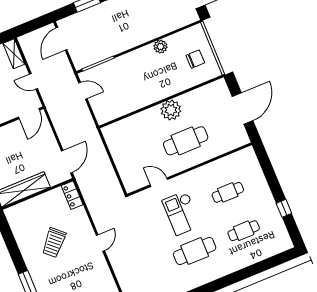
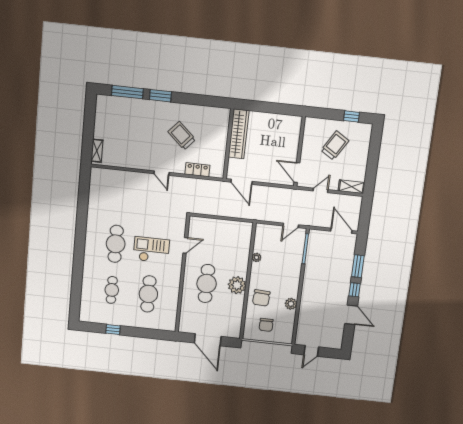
chair: (171, 79) -> (261, 298), added
plant: (133, 106) -> (257, 257), added
cafe table: (228, 192) -> (148, 294), width x1.37, depth x1.35
locker: (72, 195) -> (197, 170), moved

